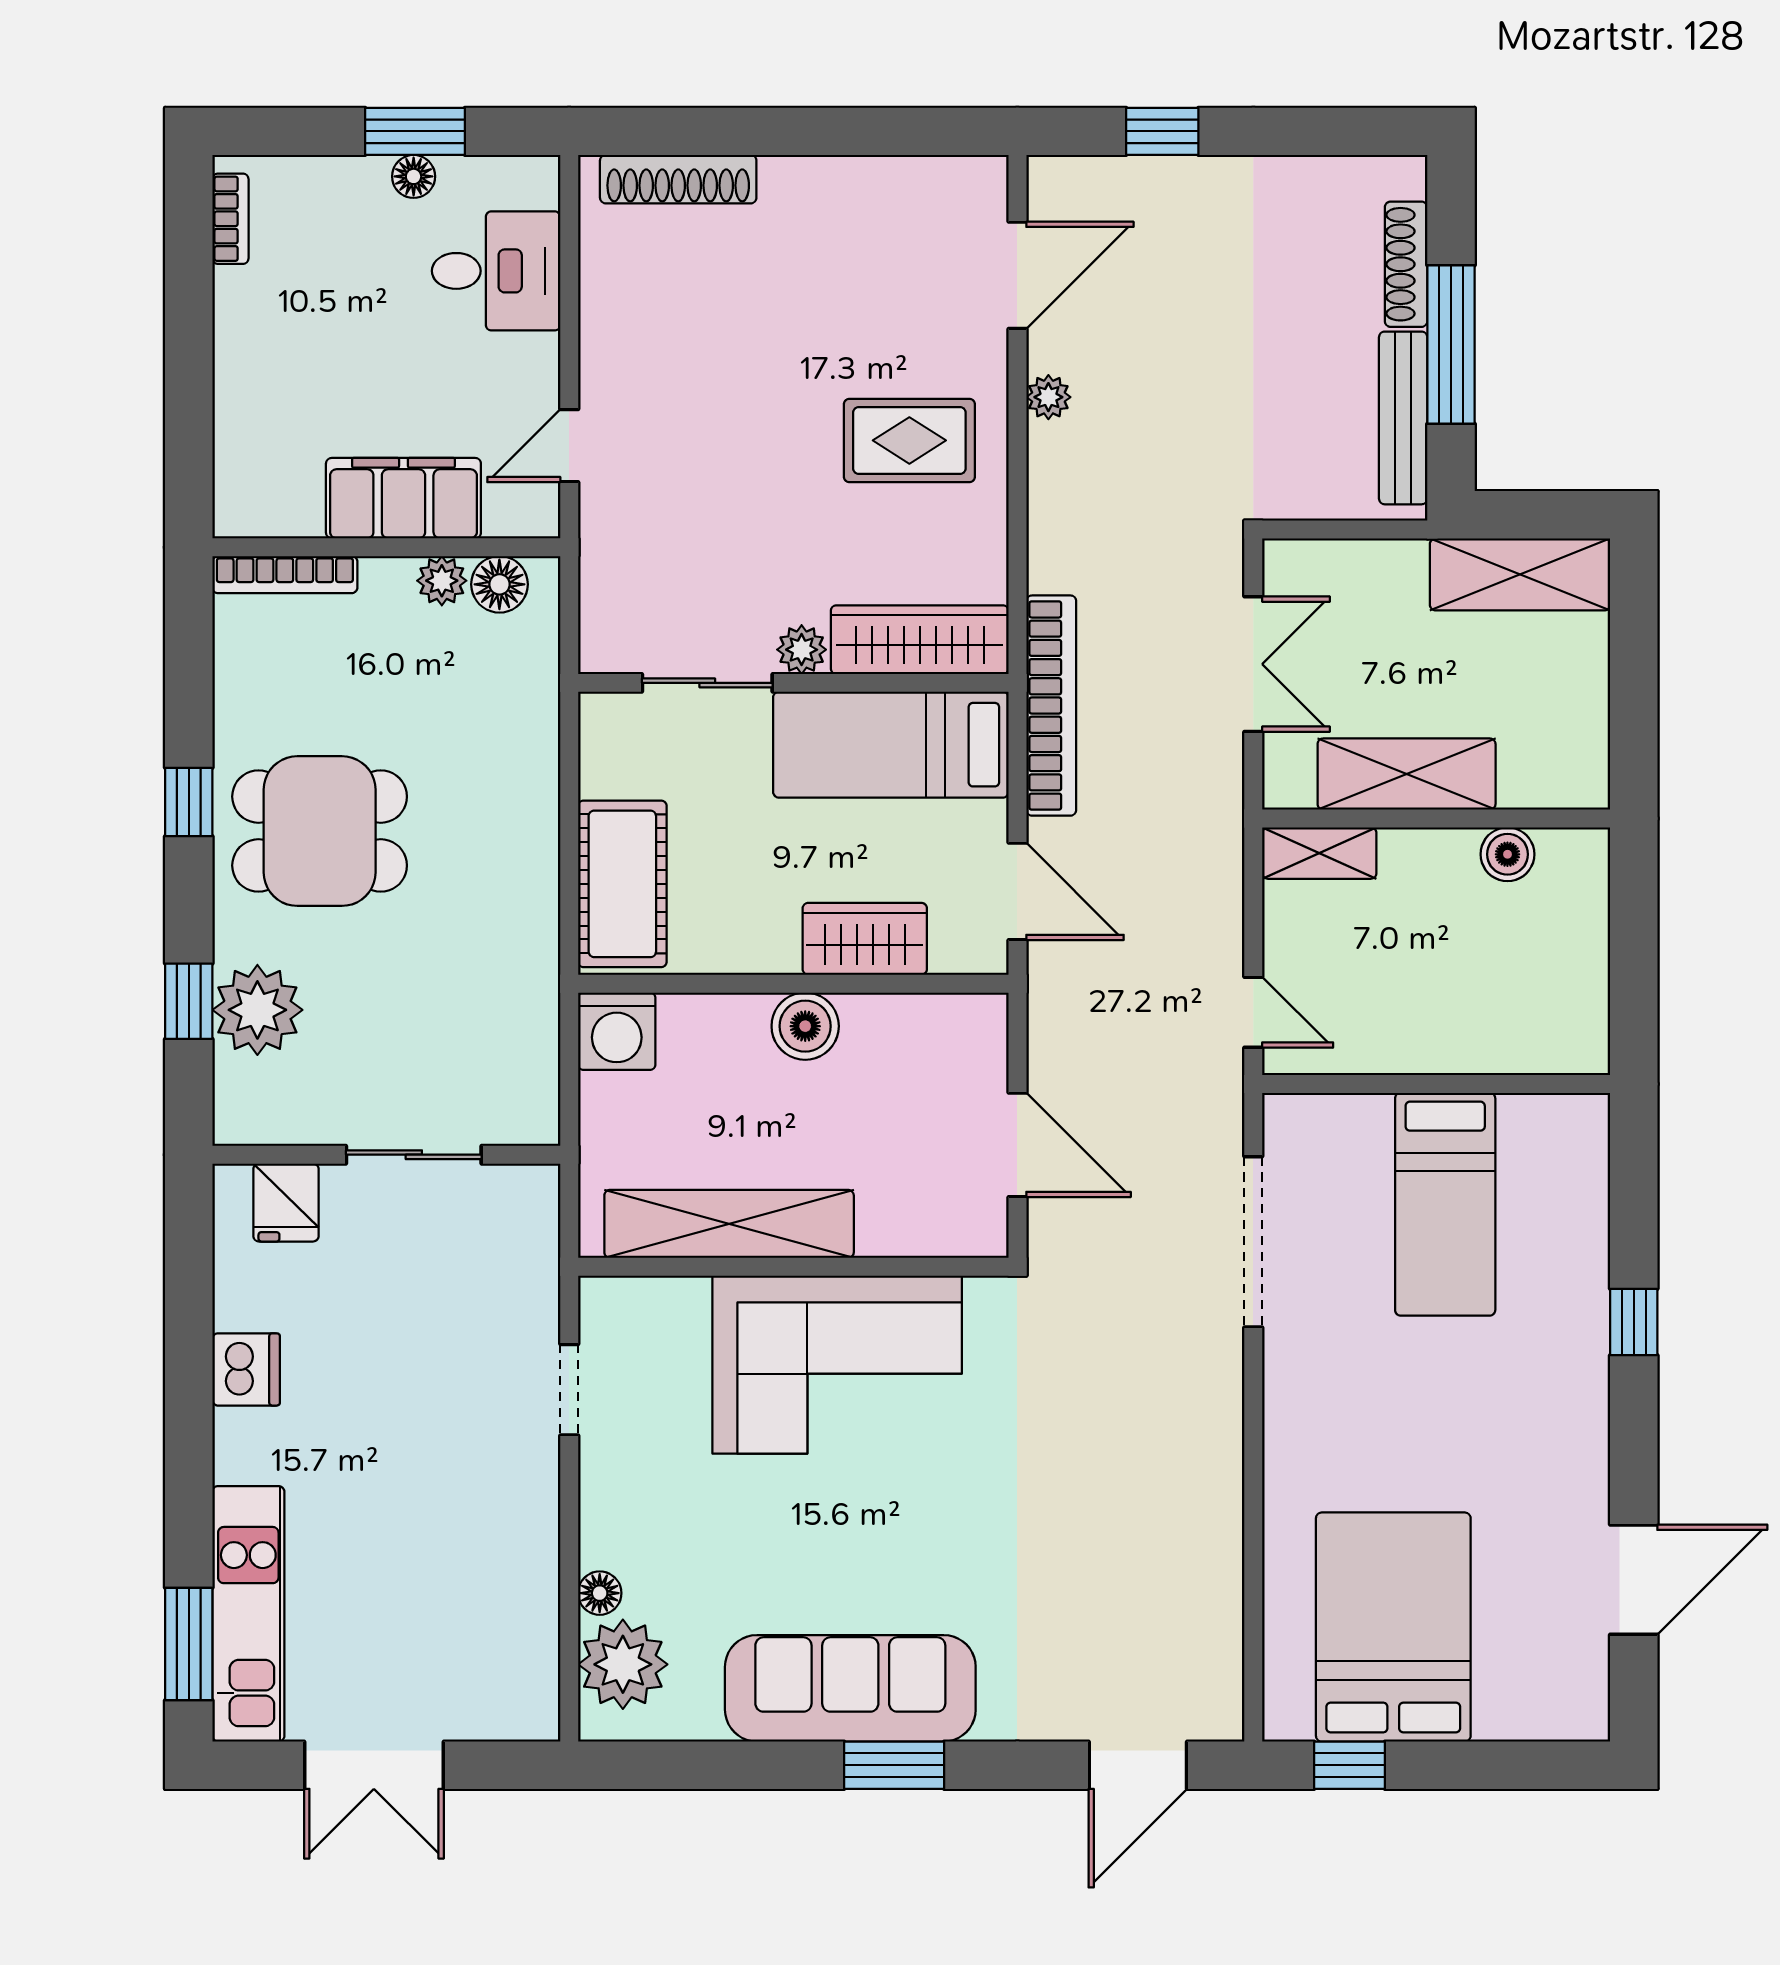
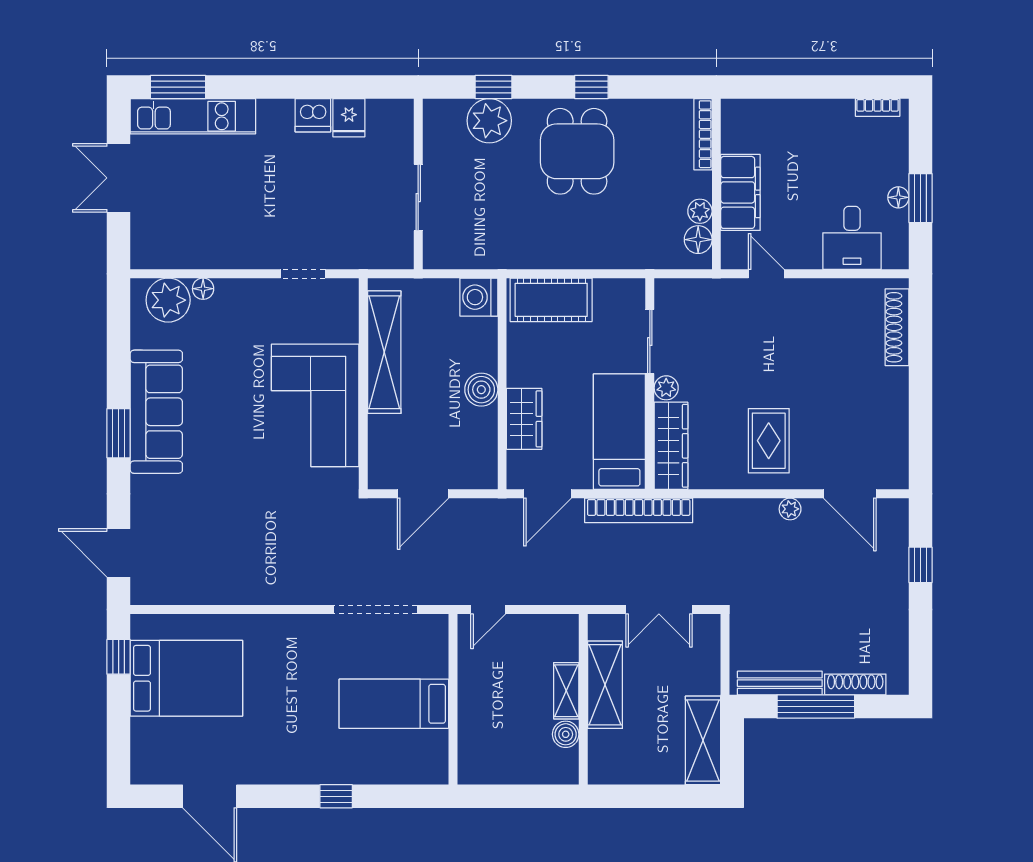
shelving: (1319, 853) -> (566, 691), moved
fridge: (286, 1203) -> (349, 118), moved, turned -90

